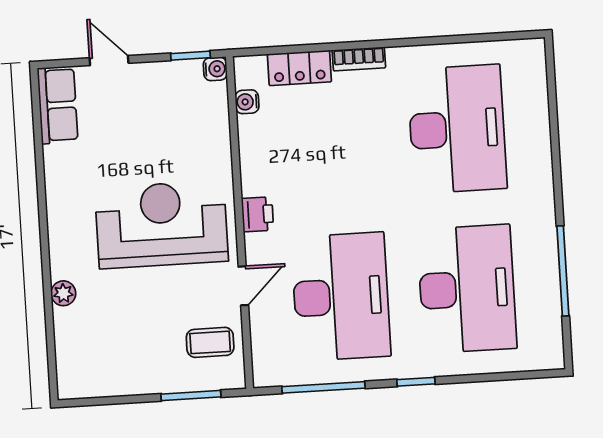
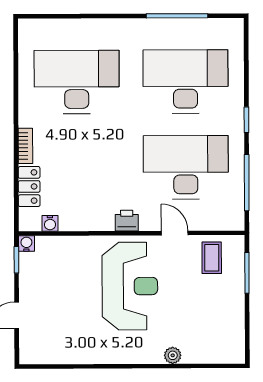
row of seats: (58, 105) -> (45, 352), removed
reception desk: (162, 225) -> (130, 286), turned 180

